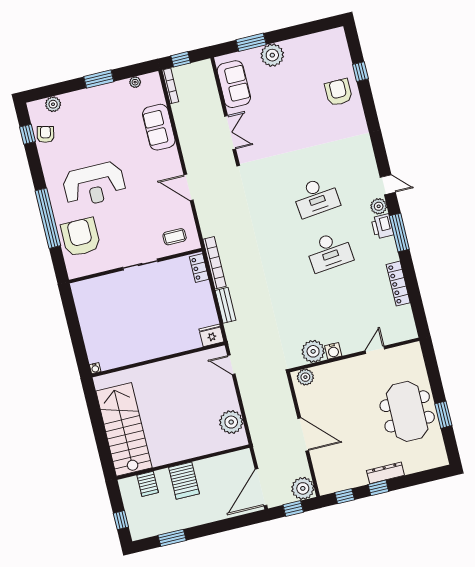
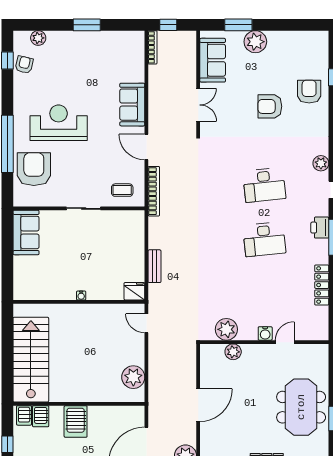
plant: (135, 82) -> (120, 36), removed
armchair: (303, 117) -> (270, 106), added
sofa: (159, 127) -> (132, 105), moved
reception desk: (94, 185) -> (59, 123), turned 180
plant: (379, 206) -> (321, 163), moved
bookcase: (214, 263) -> (154, 191), moved
locker: (199, 268) -> (138, 225), removed
sofa: (88, 303) -> (26, 232), added
water cooler: (333, 351) -> (265, 333), moved
water cooler: (95, 368) -> (81, 296), moved
plant: (305, 377) -> (233, 352), moved
door: (303, 434) -> (198, 405), hinge flipped
server rack: (131, 487) -> (24, 415), added

